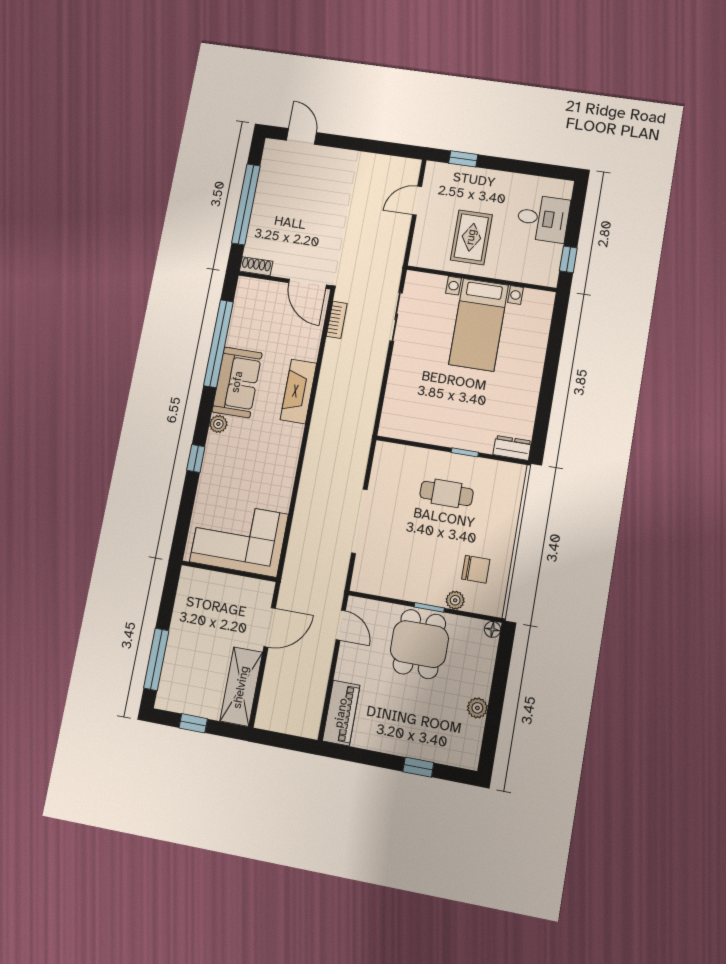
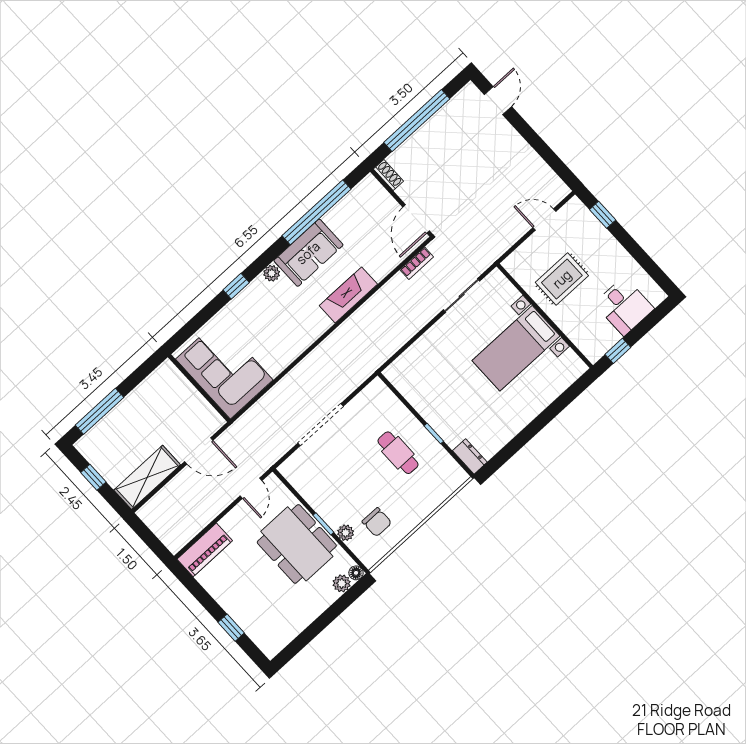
dining table: (419, 644) -> (297, 544), width x1.38
plant: (477, 708) -> (342, 583), moved

